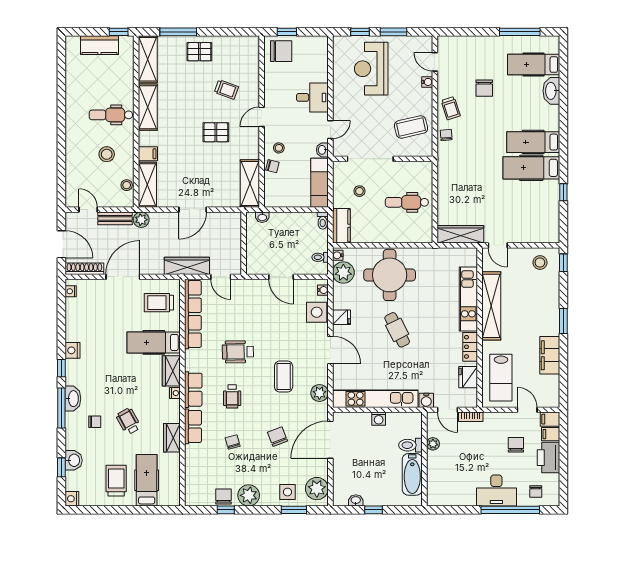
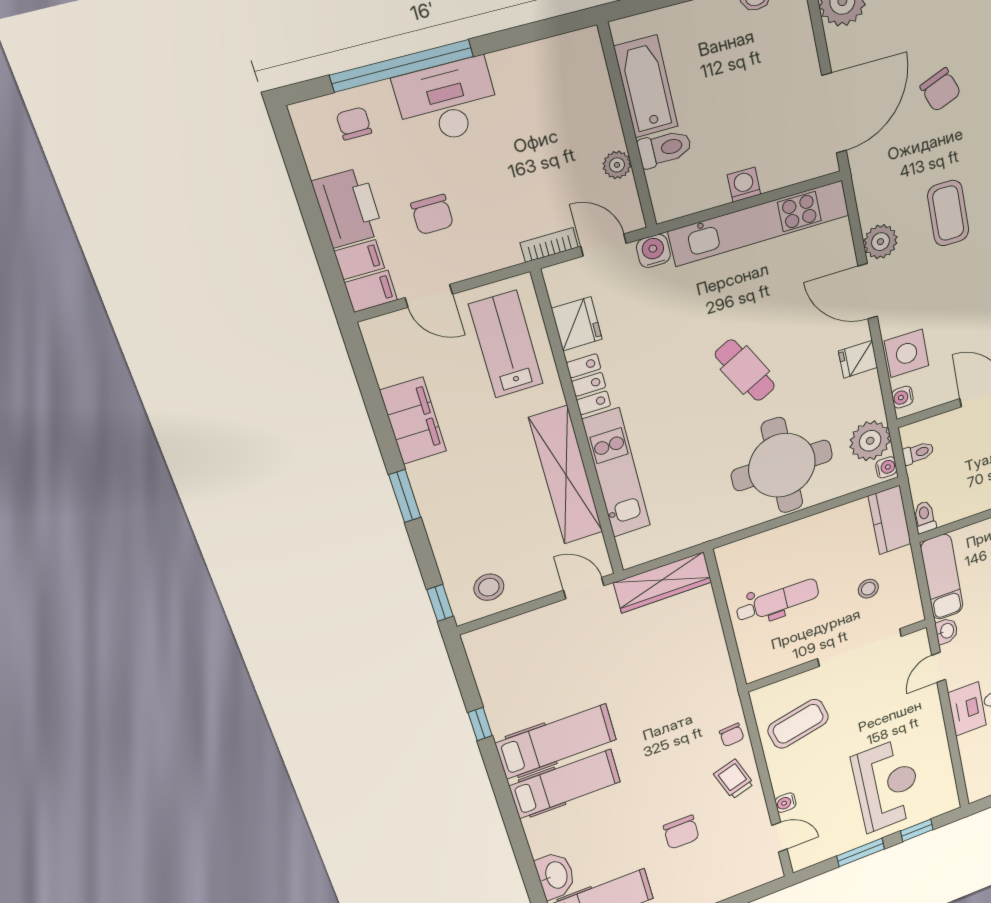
chair: (484, 88) -> (681, 832), turned 180
plant: (319, 393) -> (880, 242), moved

